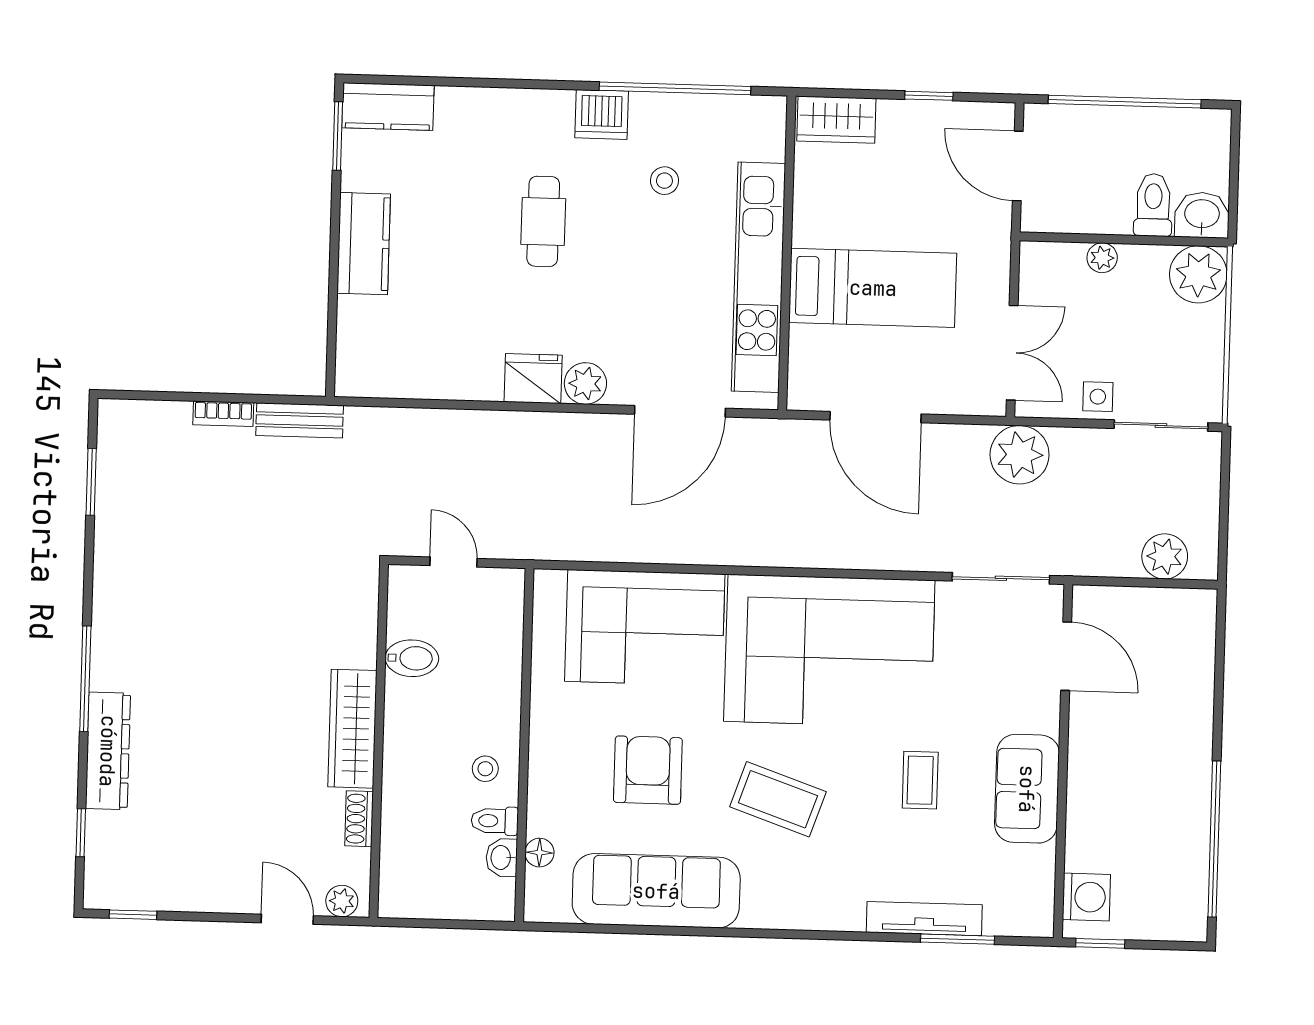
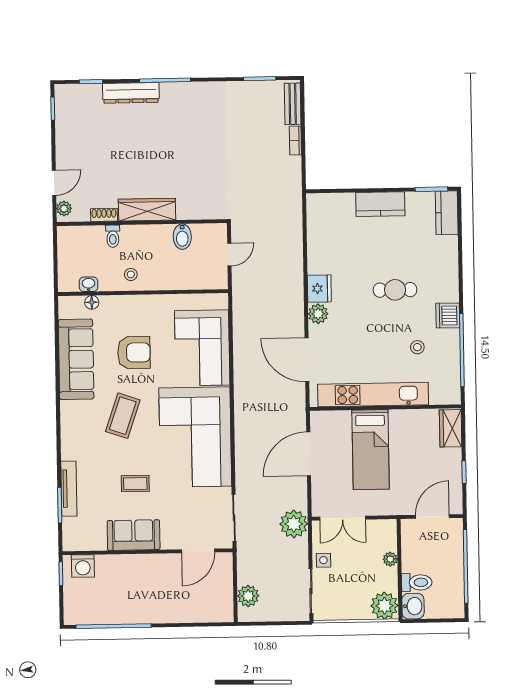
bench: (300, 420) -> (293, 104), moved
toilet: (495, 821) -> (113, 236), moved, turned 180

